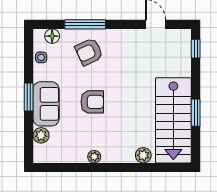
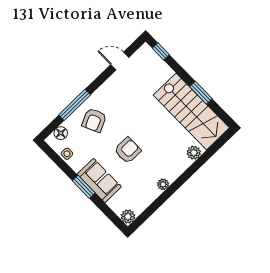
plant: (41, 135) -> (128, 217), moved

